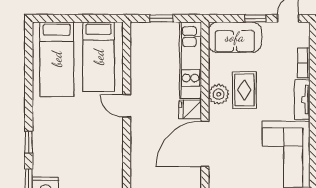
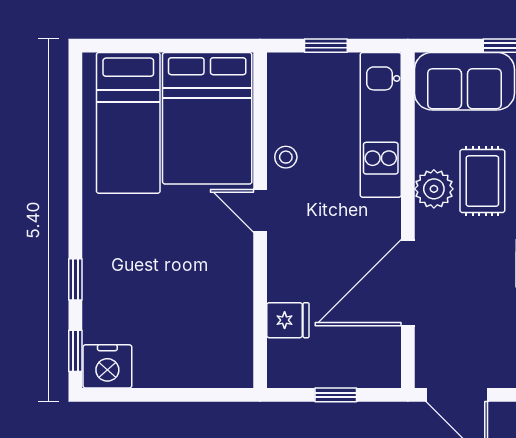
bed: (99, 57) -> (207, 118), width x1.50
stool: (140, 77) -> (286, 157), added
fridge: (190, 110) -> (288, 320), moved, turned 180

